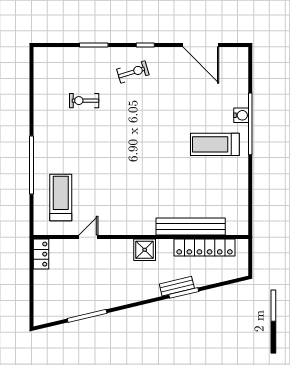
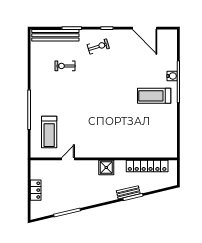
treadmill: (61, 198) -> (49, 132), turned 180
bench: (191, 227) -> (55, 35), moved
locker: (41, 254) -> (36, 190), moved

